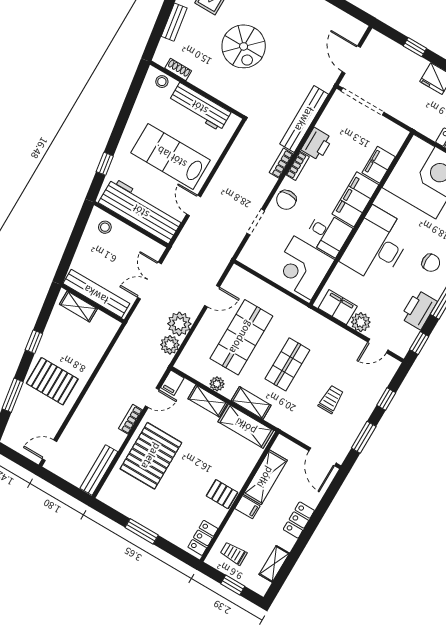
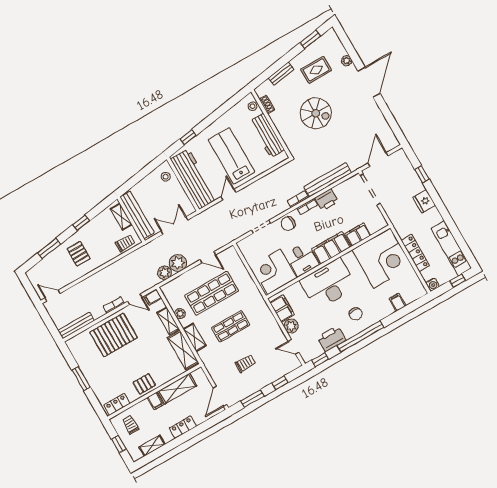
spiral stairs: (244, 46) -> (316, 113), turned -90
trolley: (102, 336) -> (125, 243), added
pallet: (52, 381) -> (79, 254), width x0.67, depth x0.71
pallet: (222, 494) -> (144, 384), turned 90

